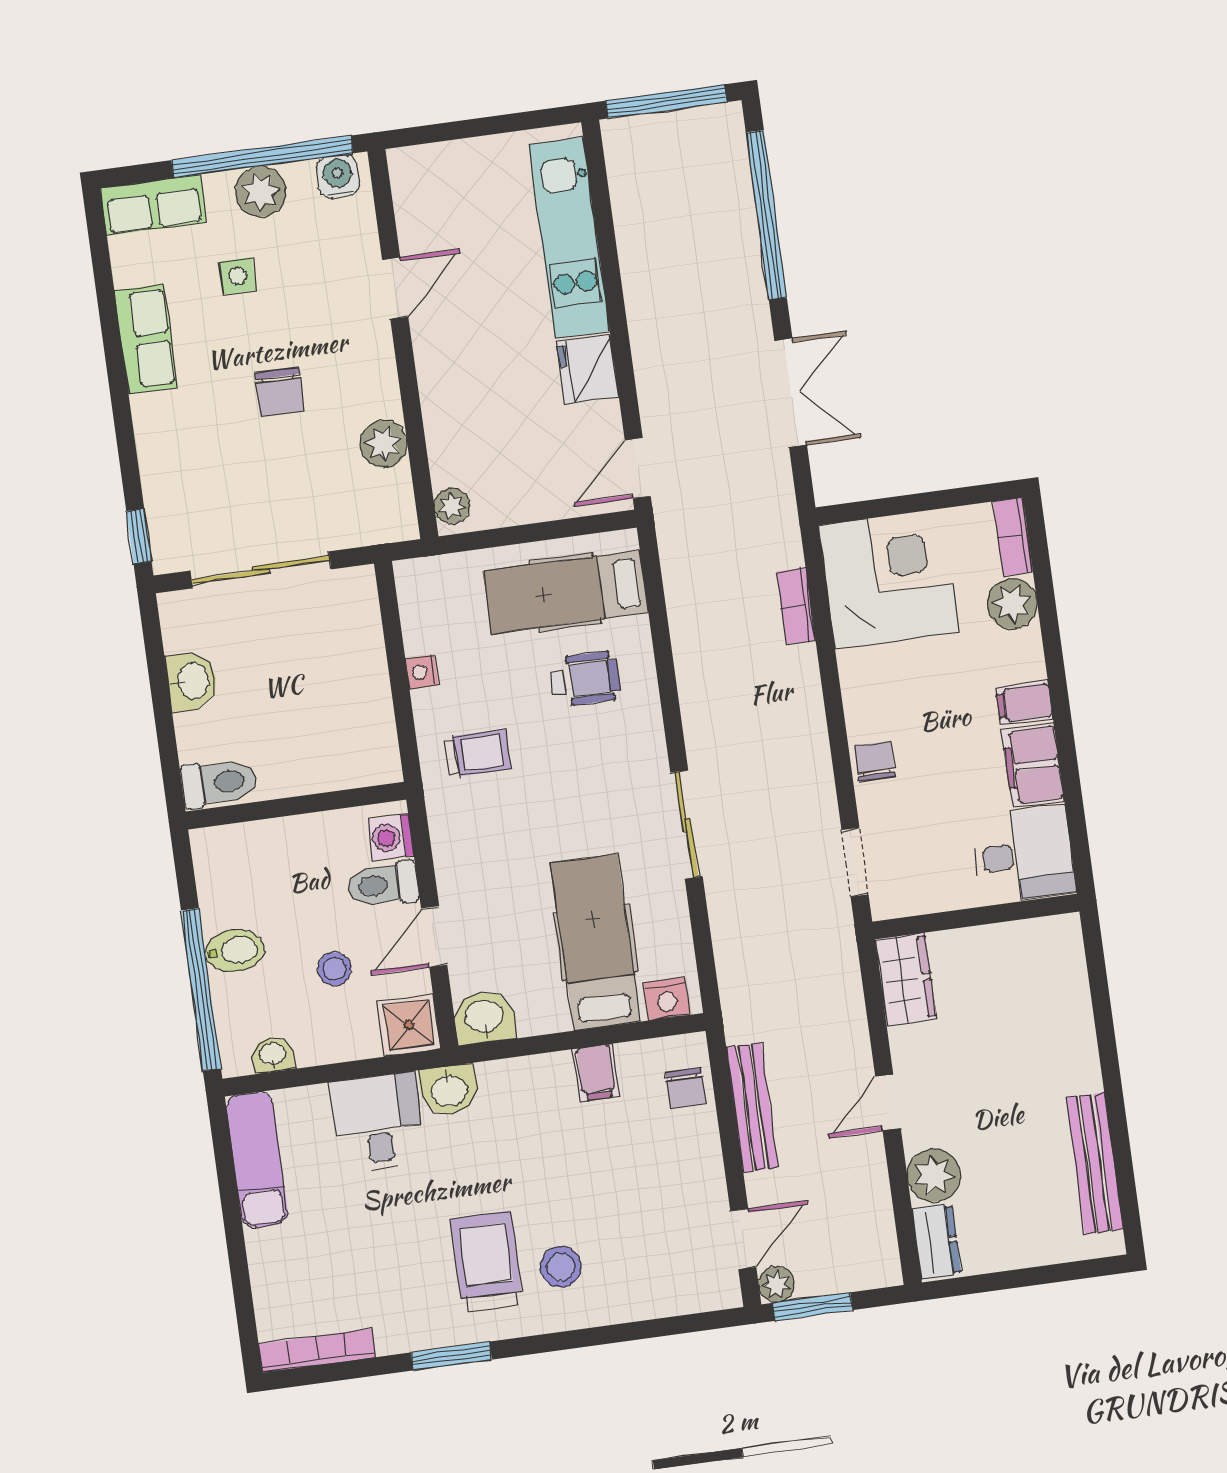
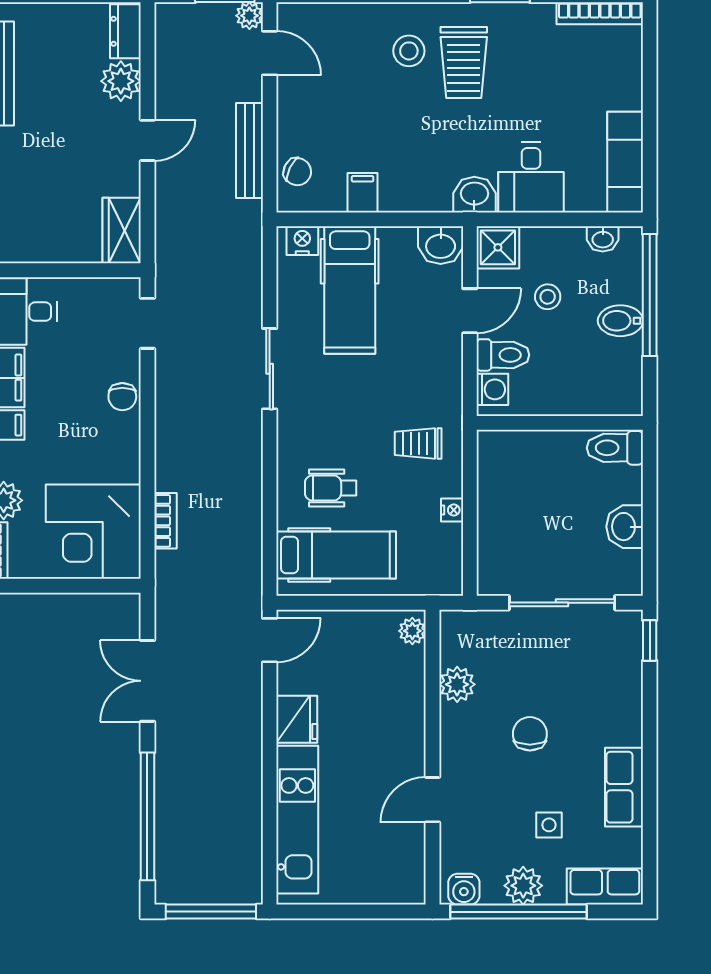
chair: (686, 1088) -> (297, 172), turned 116
door: (743, 1239) -> (270, 53), swing flipped

